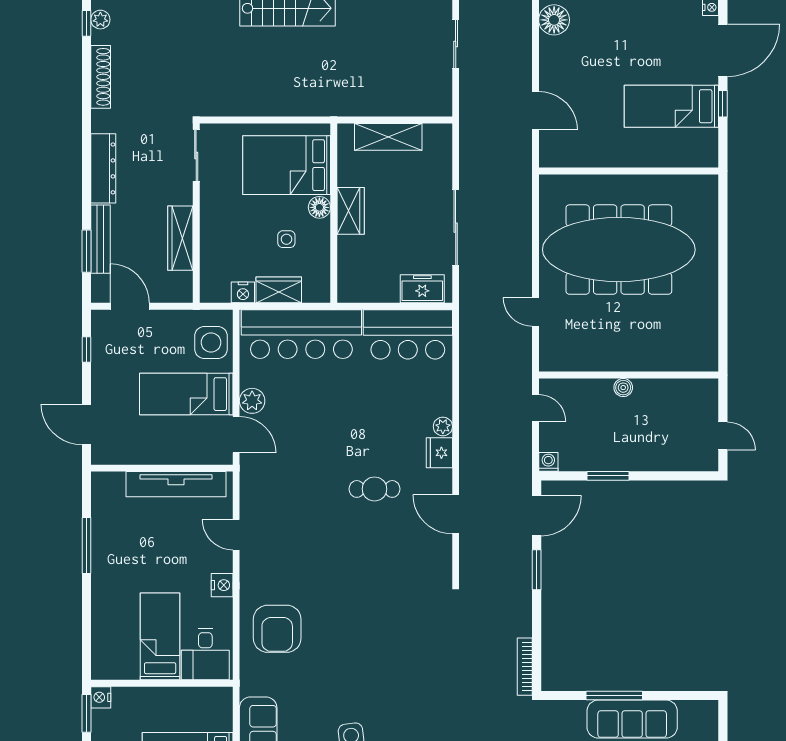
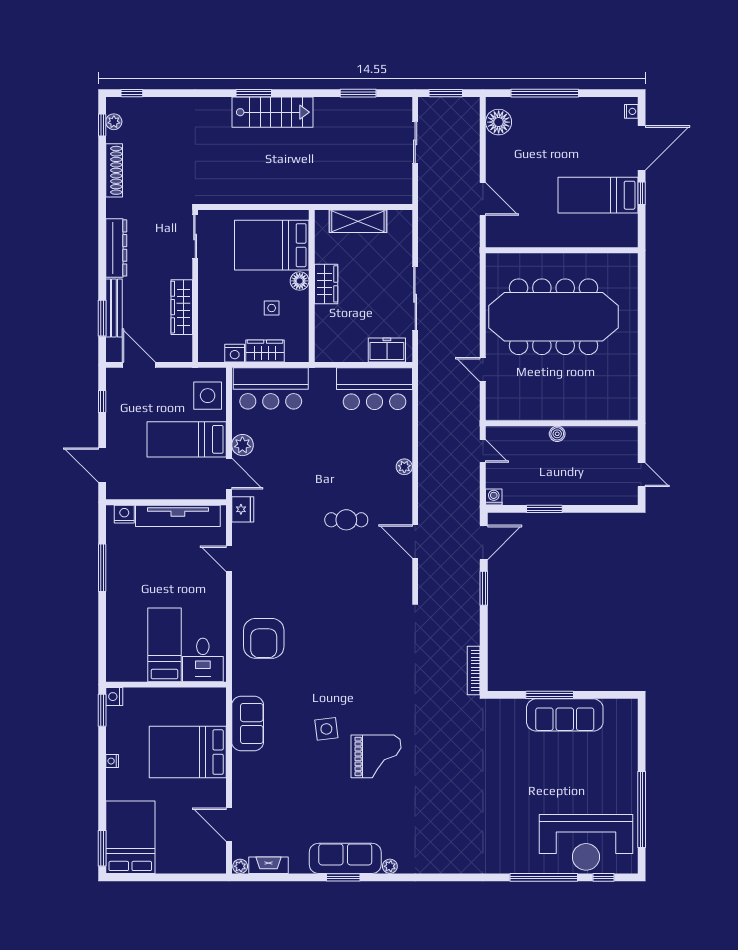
bar counter: (301, 334) -> (271, 388), width x0.73
fridge: (439, 453) -> (243, 509), moved, turned 180
nightstand: (222, 585) -> (124, 514), moved, turned -90

